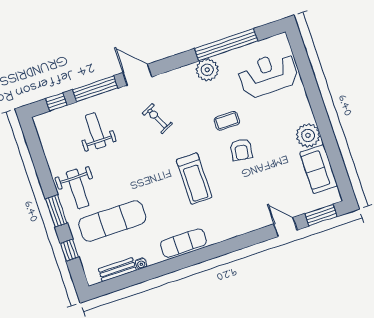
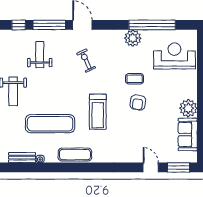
exercise mat: (112, 221) -> (50, 124), moved

